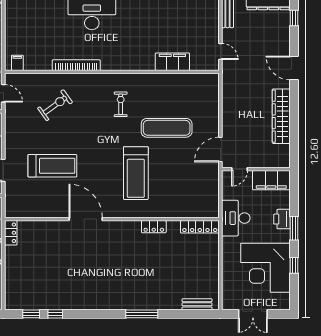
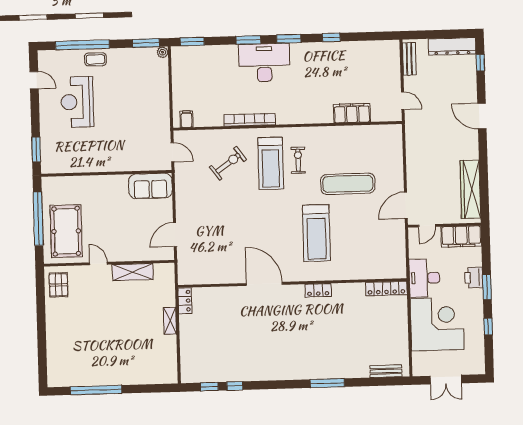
wardrobe: (281, 116) -> (470, 189), moved
treadmill: (52, 166) -> (271, 163), moved, turned 90
locker: (154, 227) -> (318, 290), moved
corner desk: (265, 268) -> (437, 324), moved, turned 180

